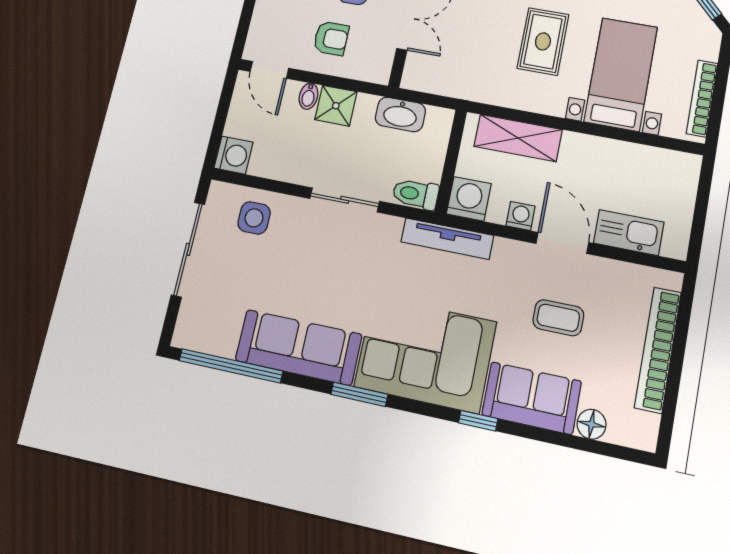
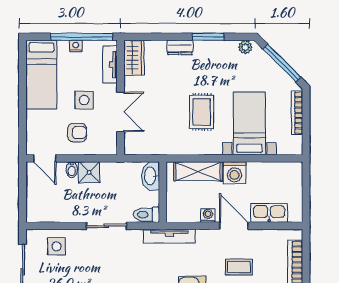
bookcase: (702, 98) -> (297, 113), moved
washbasin: (400, 114) -> (151, 176), moved, turned 90
washing machine: (234, 155) -> (36, 213), removed
washing machine: (469, 199) -> (235, 173), moved, turned 180

